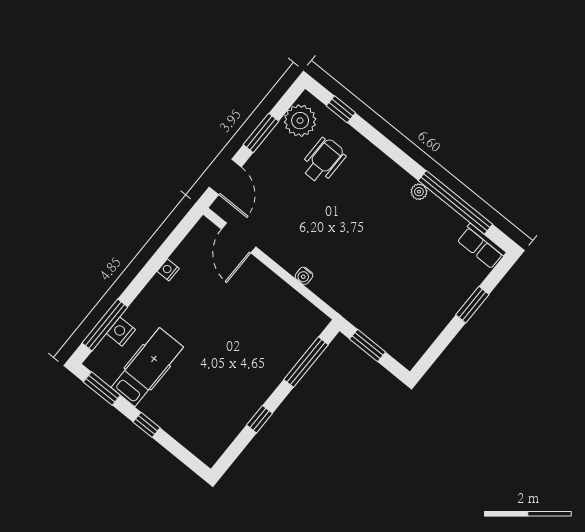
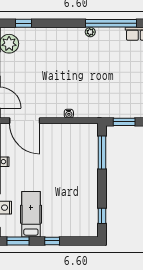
wheelchair: (323, 160) -> (35, 53), removed
door: (239, 238) -> (25, 121), width x1.36
window: (260, 419) -> (102, 216), moved

